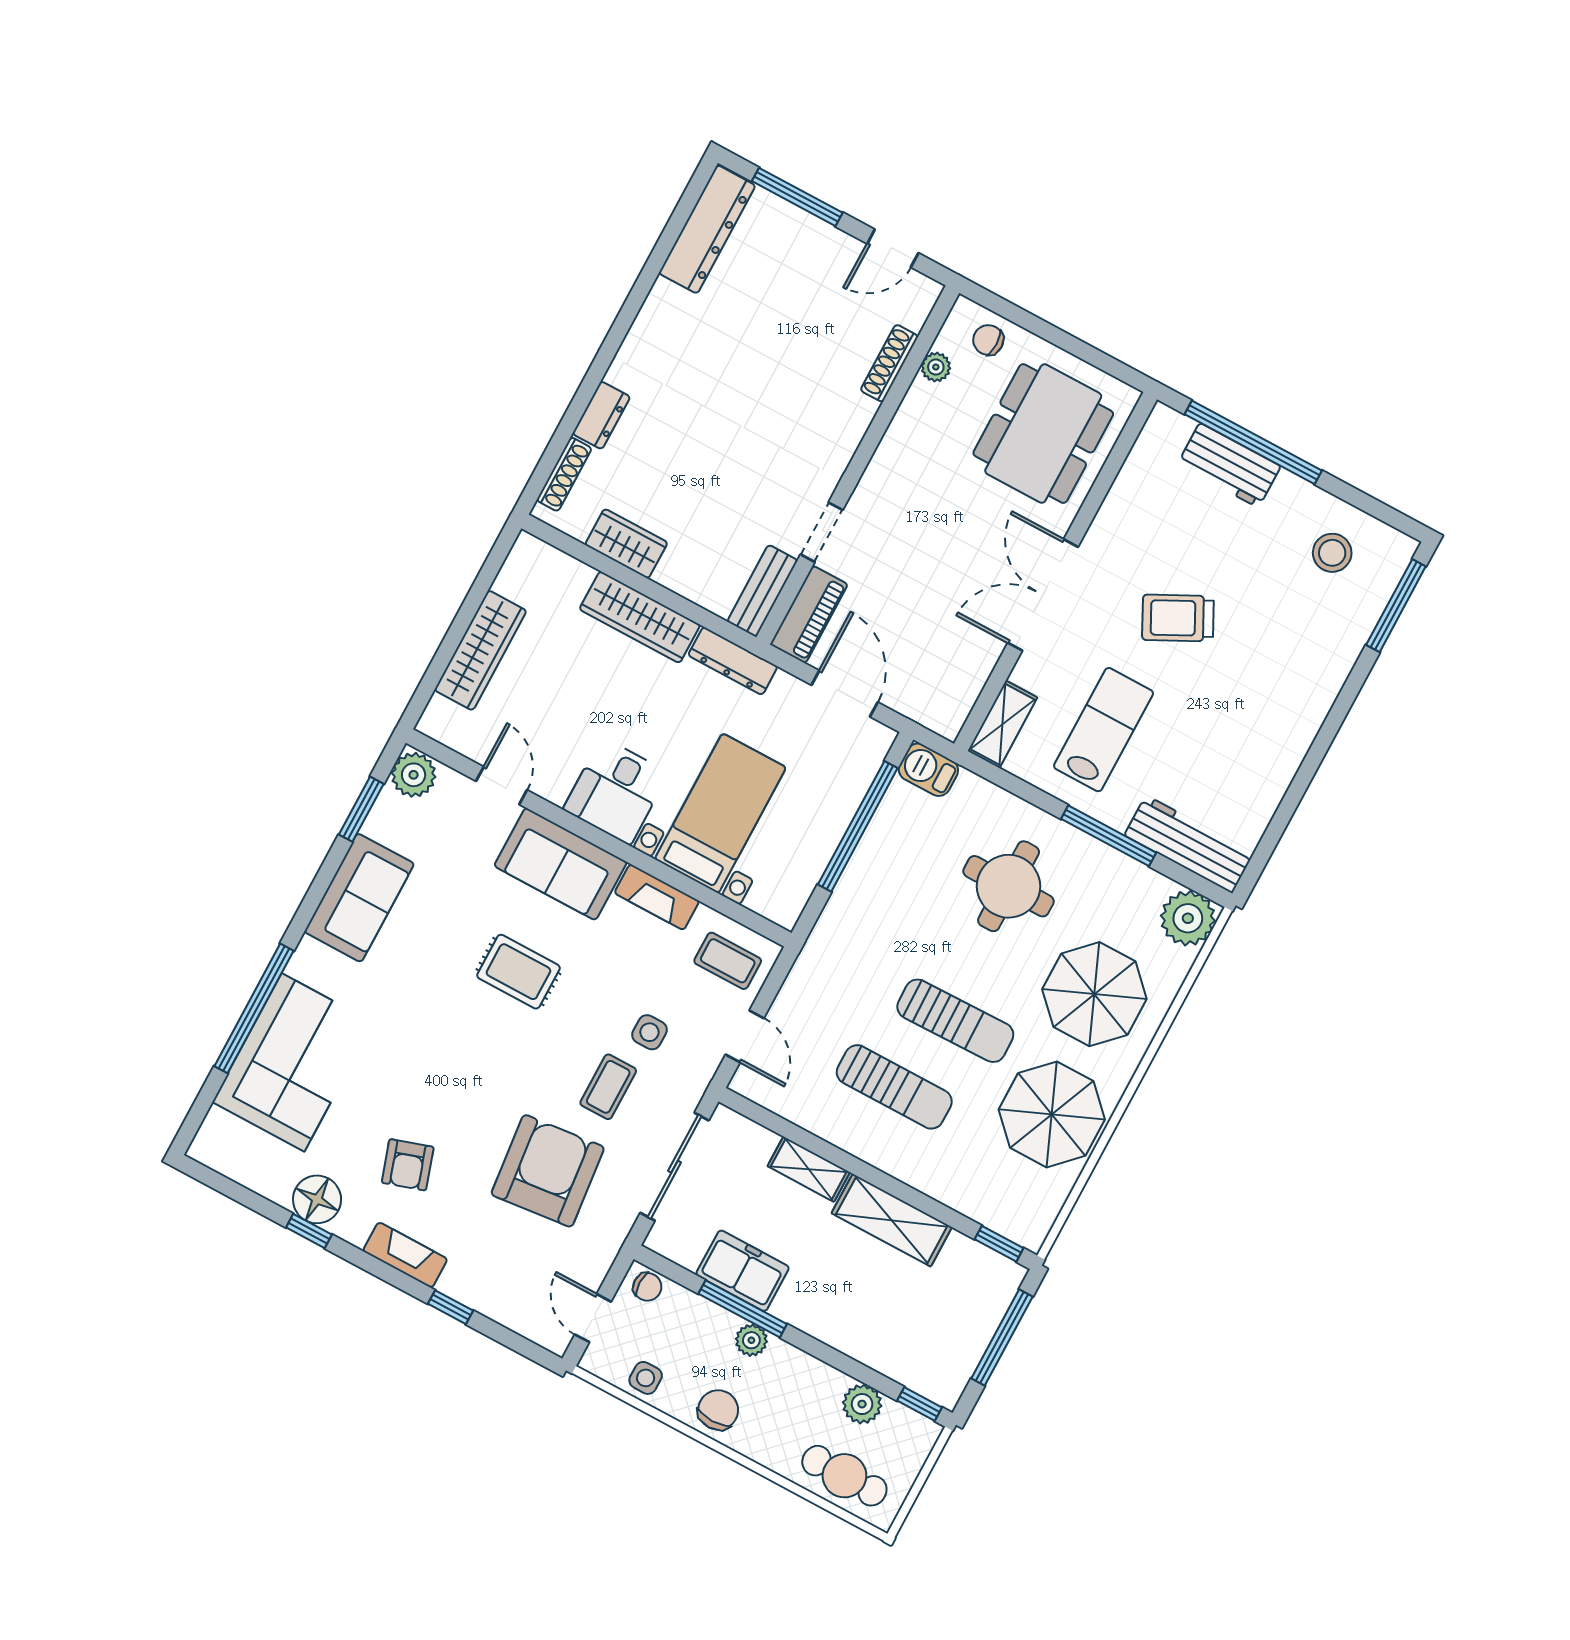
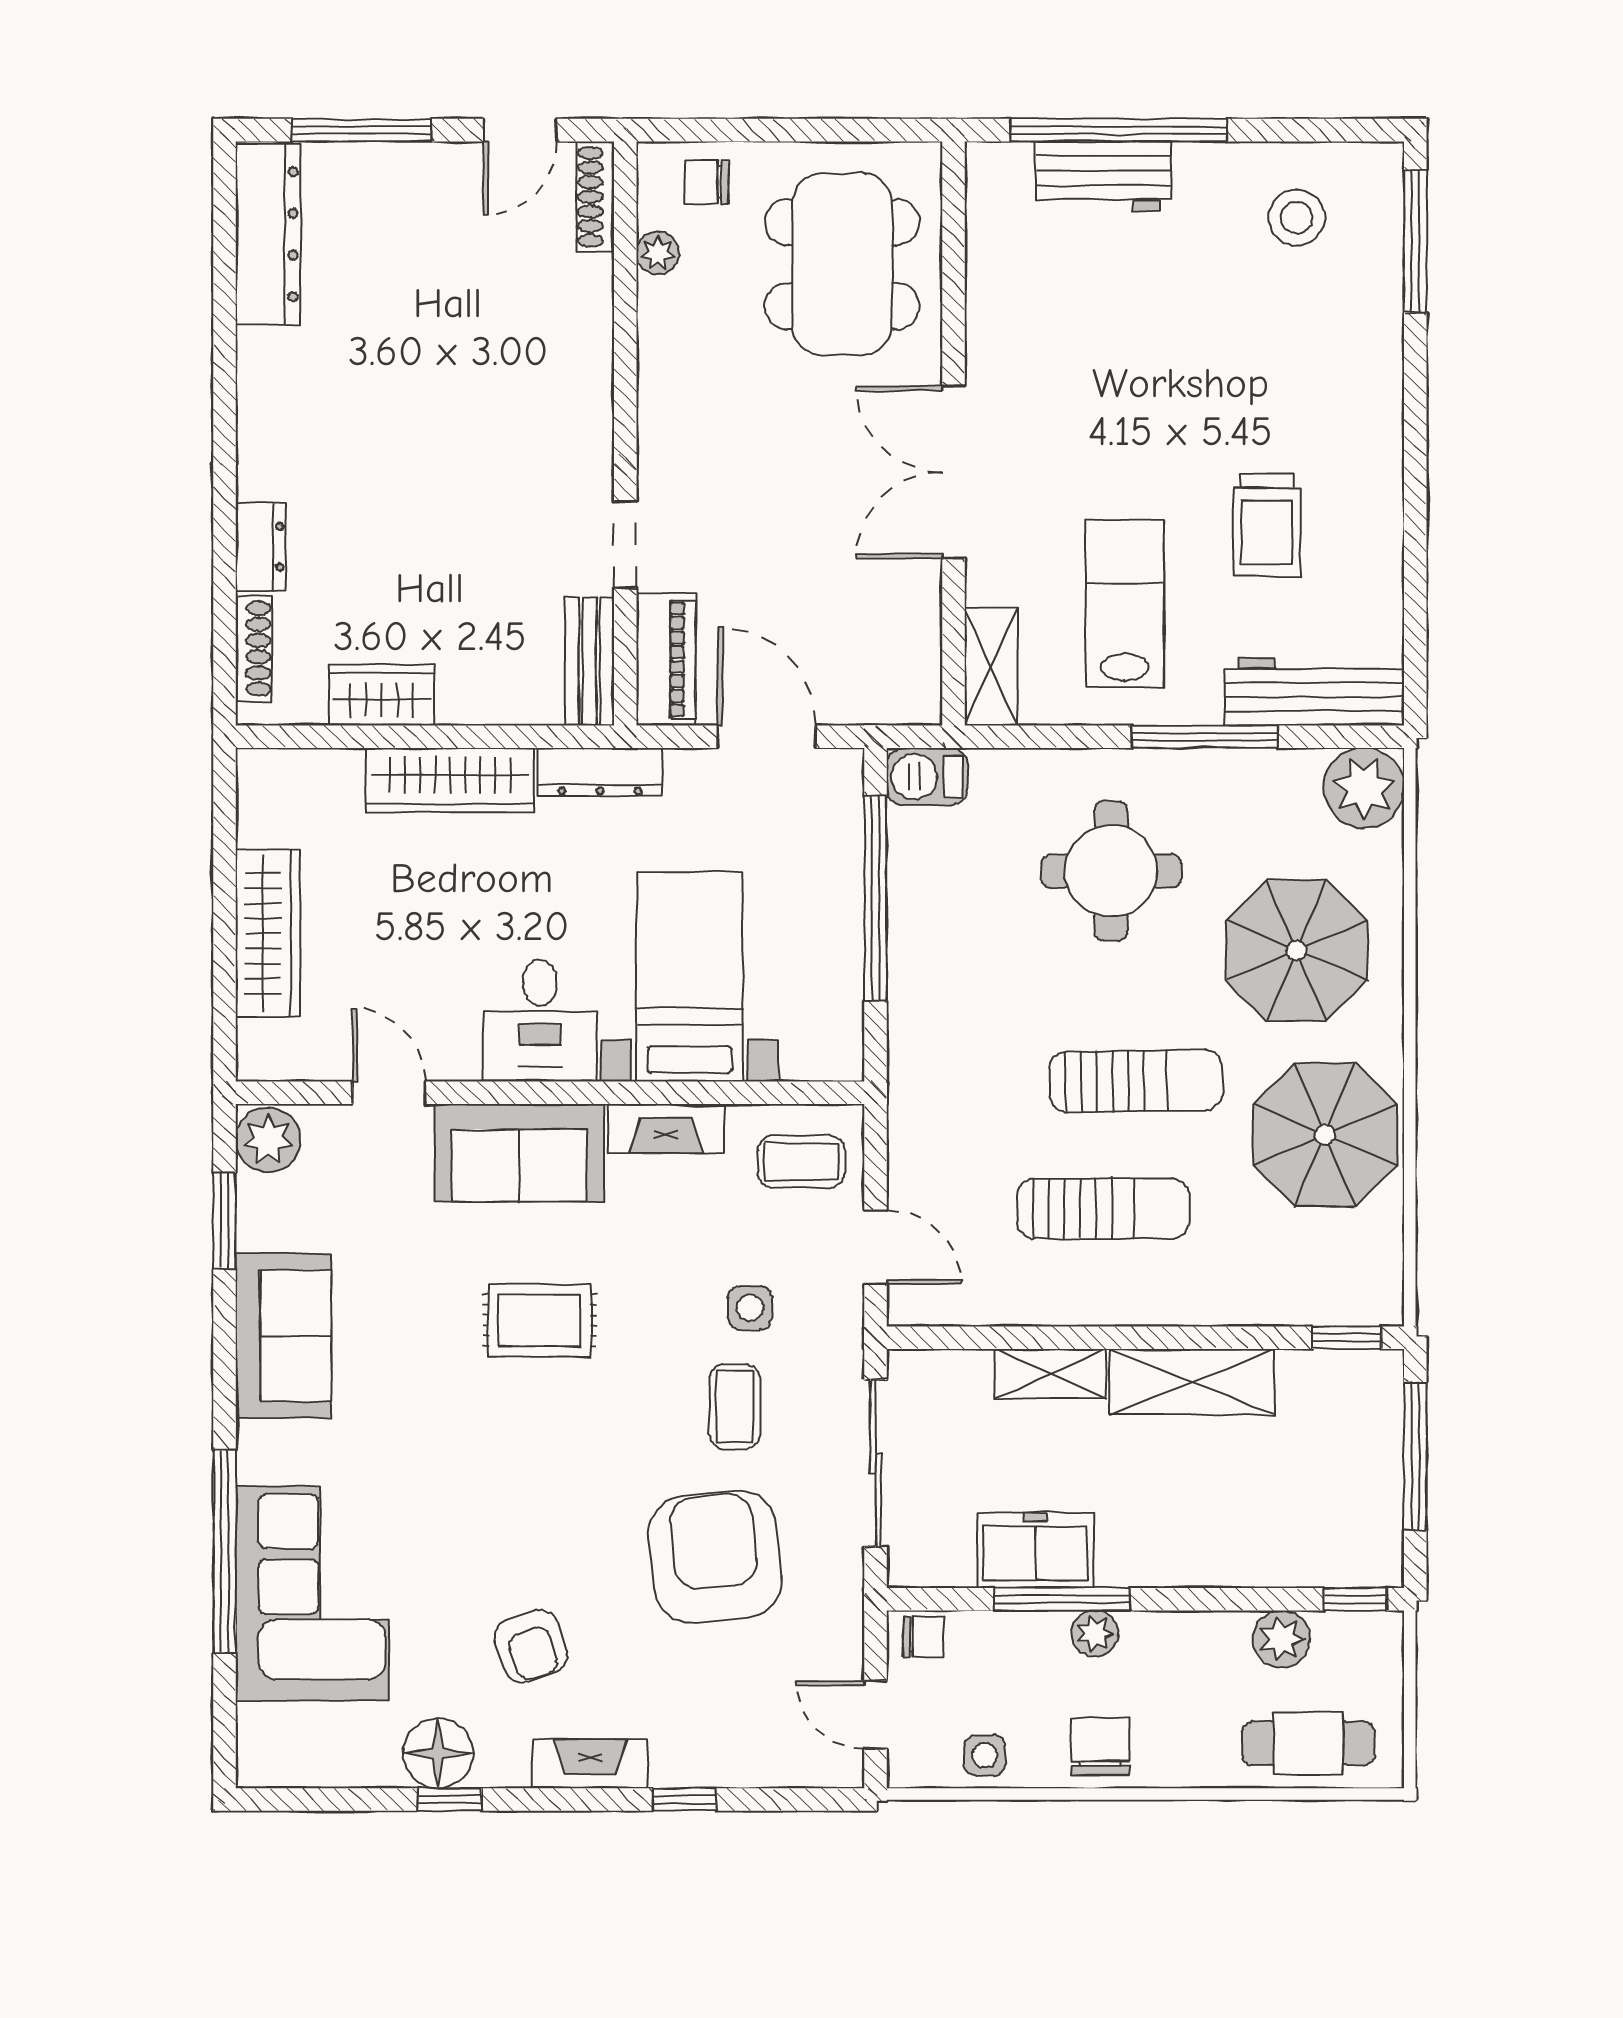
shoe rack: (889, 363) -> (595, 197), moved
trolley: (1178, 618) -> (1267, 525), moved, turned -63

